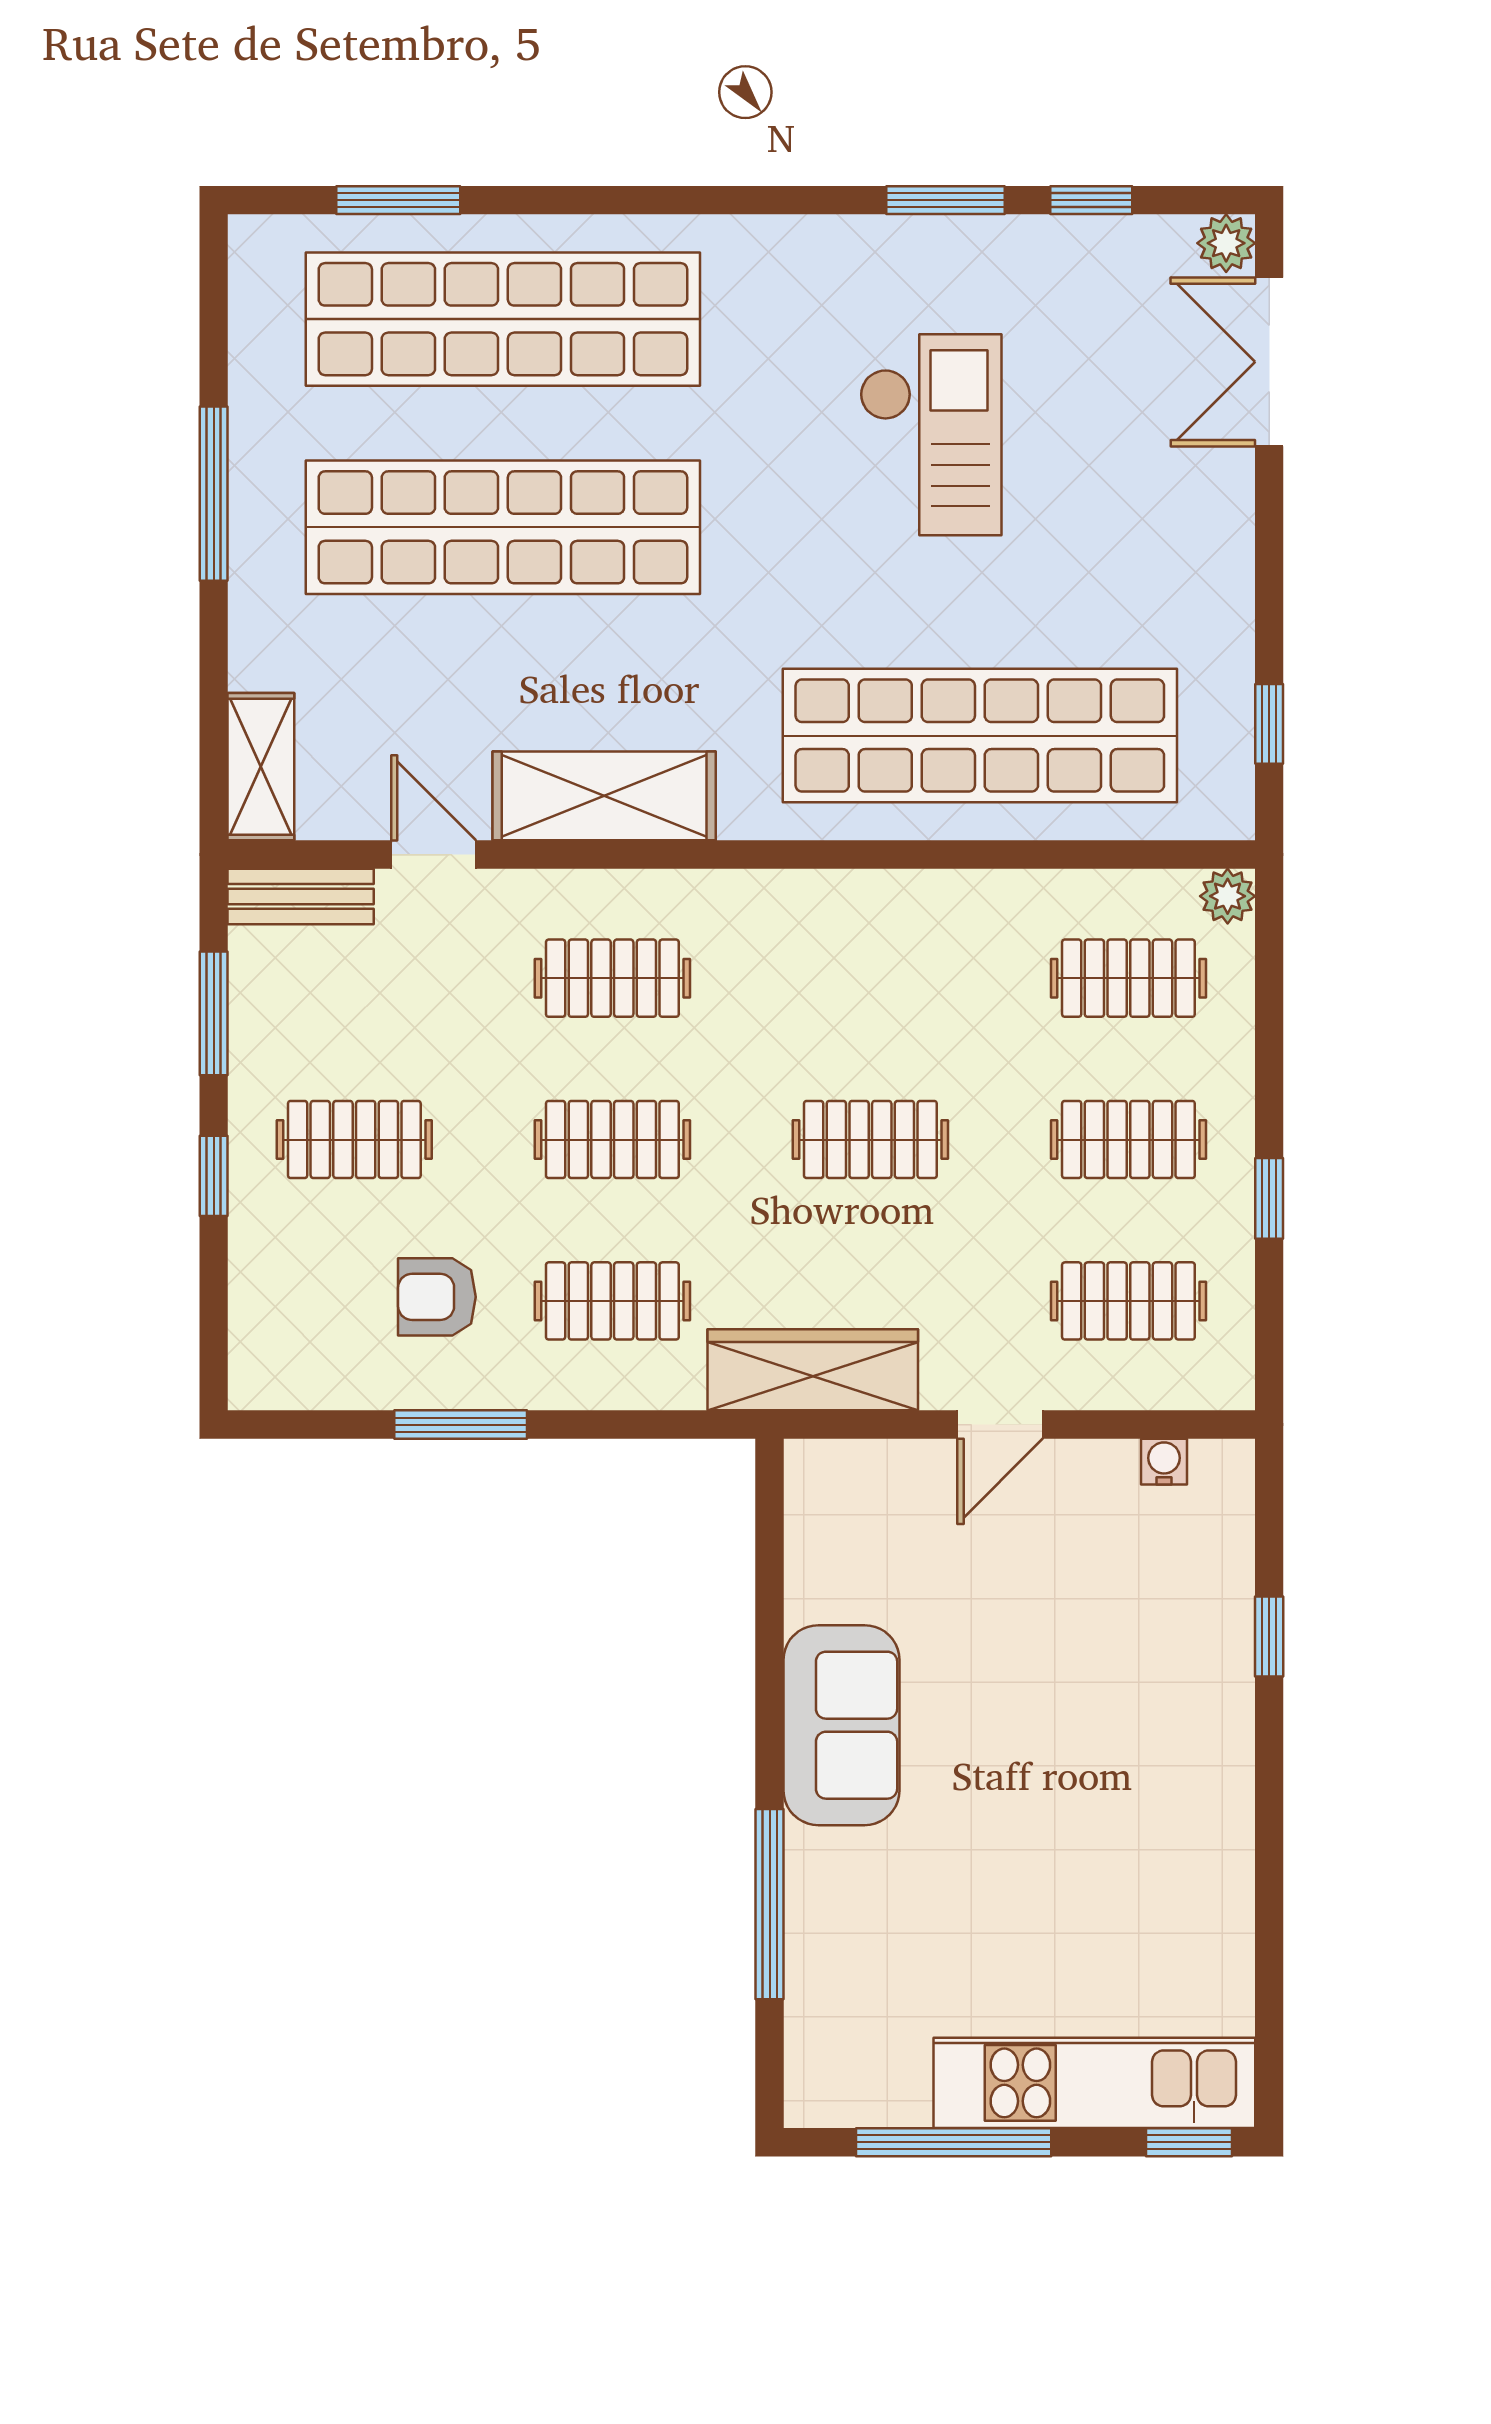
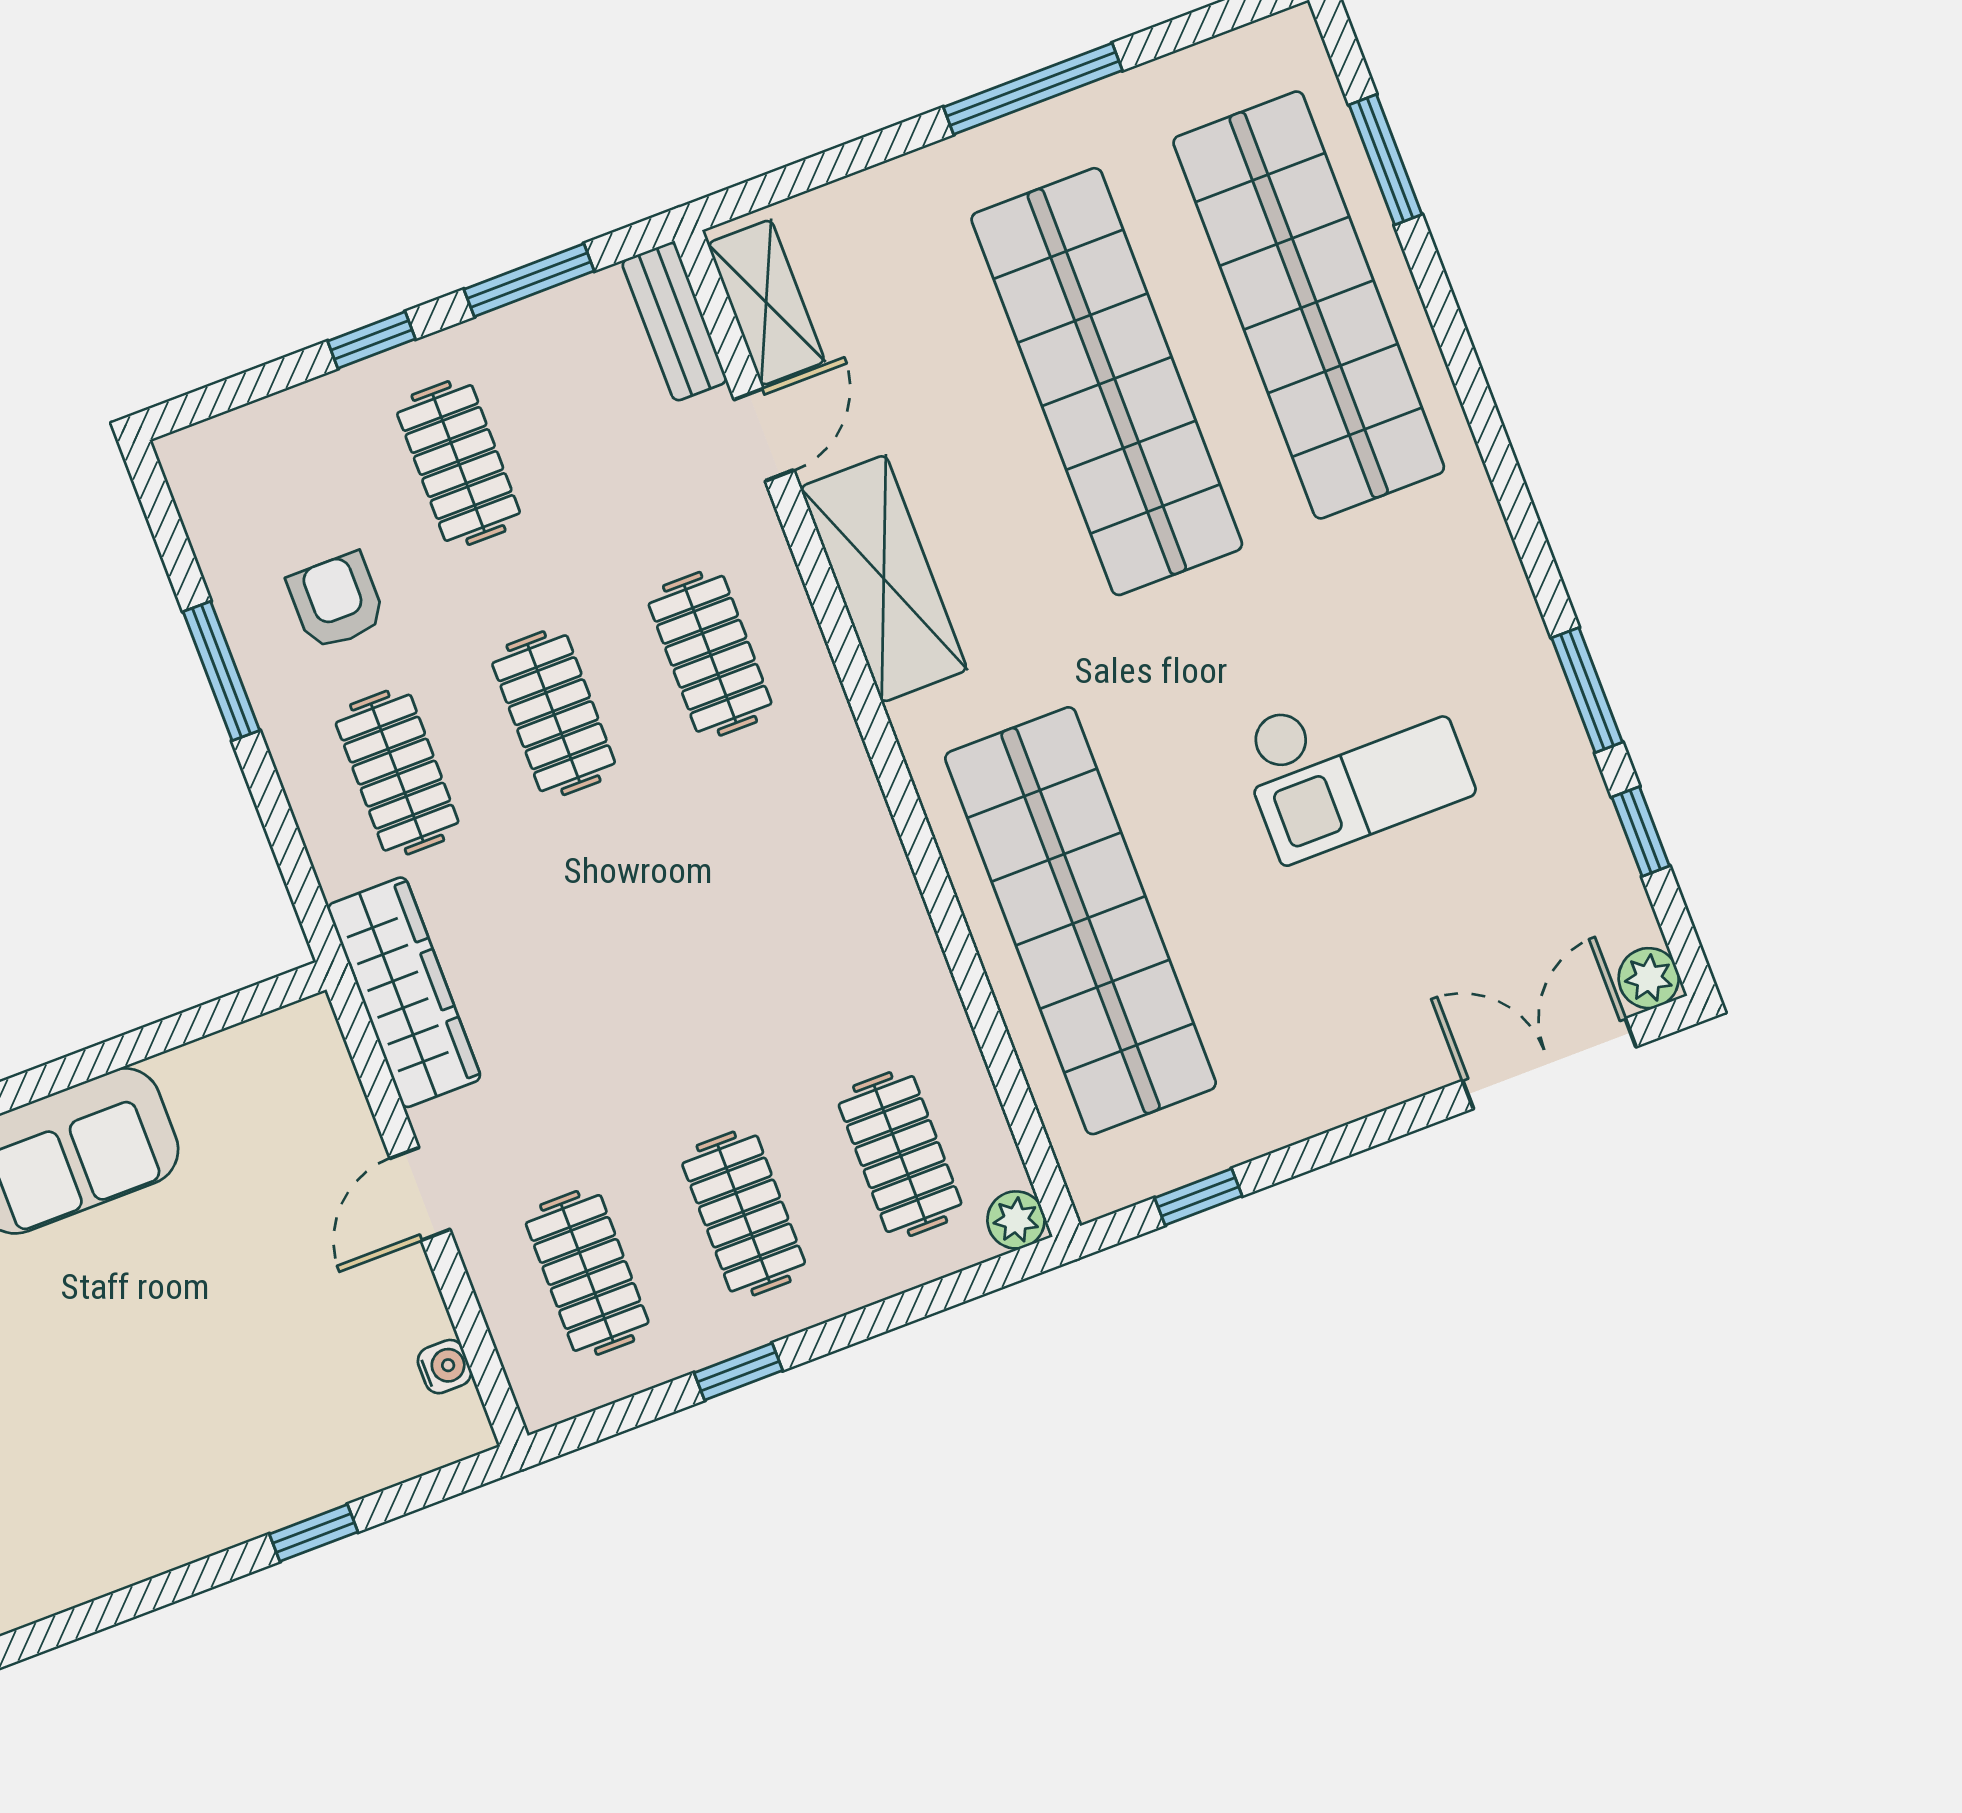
shelving: (261, 767) -> (766, 303), moved, turned 90
clothes rail: (870, 1140) -> (649, 963), removed
door: (1000, 1425) -> (420, 1194), hinge flipped

